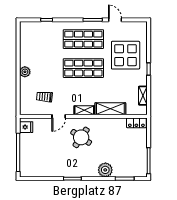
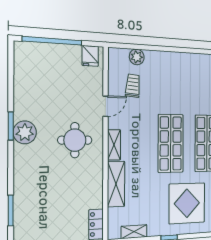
plant: (25, 72) -> (137, 57), moved
door: (59, 116) -> (106, 106), swing flipped
round table: (81, 137) -> (75, 140), turned -34
plant: (105, 170) -> (25, 132), moved

